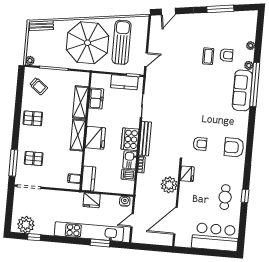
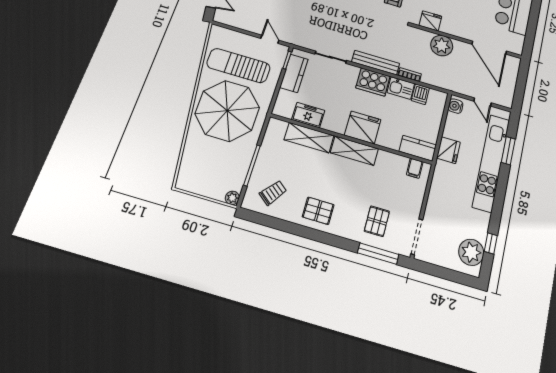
bench: (41, 26) -> (185, 171), removed
pallet: (33, 118) -> (318, 211), turned 90

